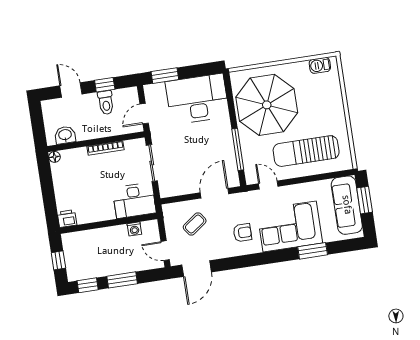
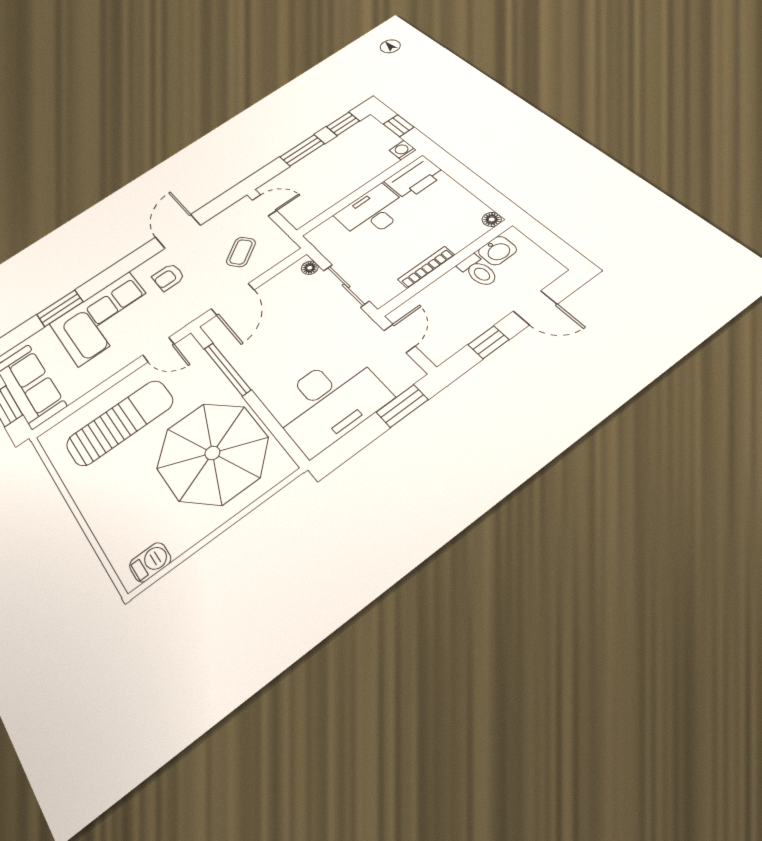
toilet: (106, 103) -> (478, 271), moved, turned 180
floor lamp: (164, 188) -> (310, 268), added
desk: (134, 200) -> (372, 212), moved
printer: (67, 219) -> (415, 177), width x1.87, depth x1.48
washing machine: (134, 229) -> (403, 150), moved
door: (197, 269) -> (178, 231), moved

